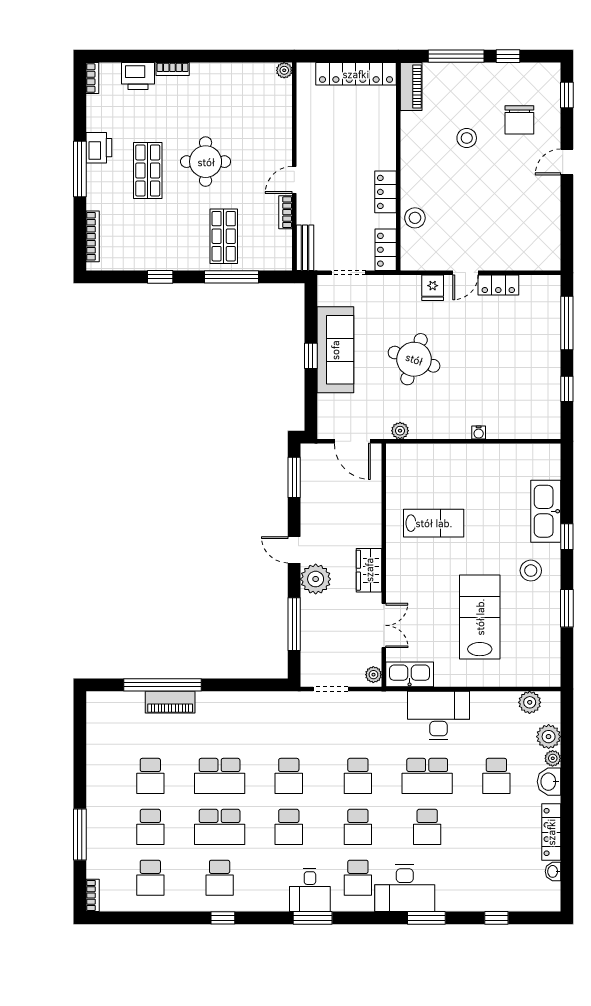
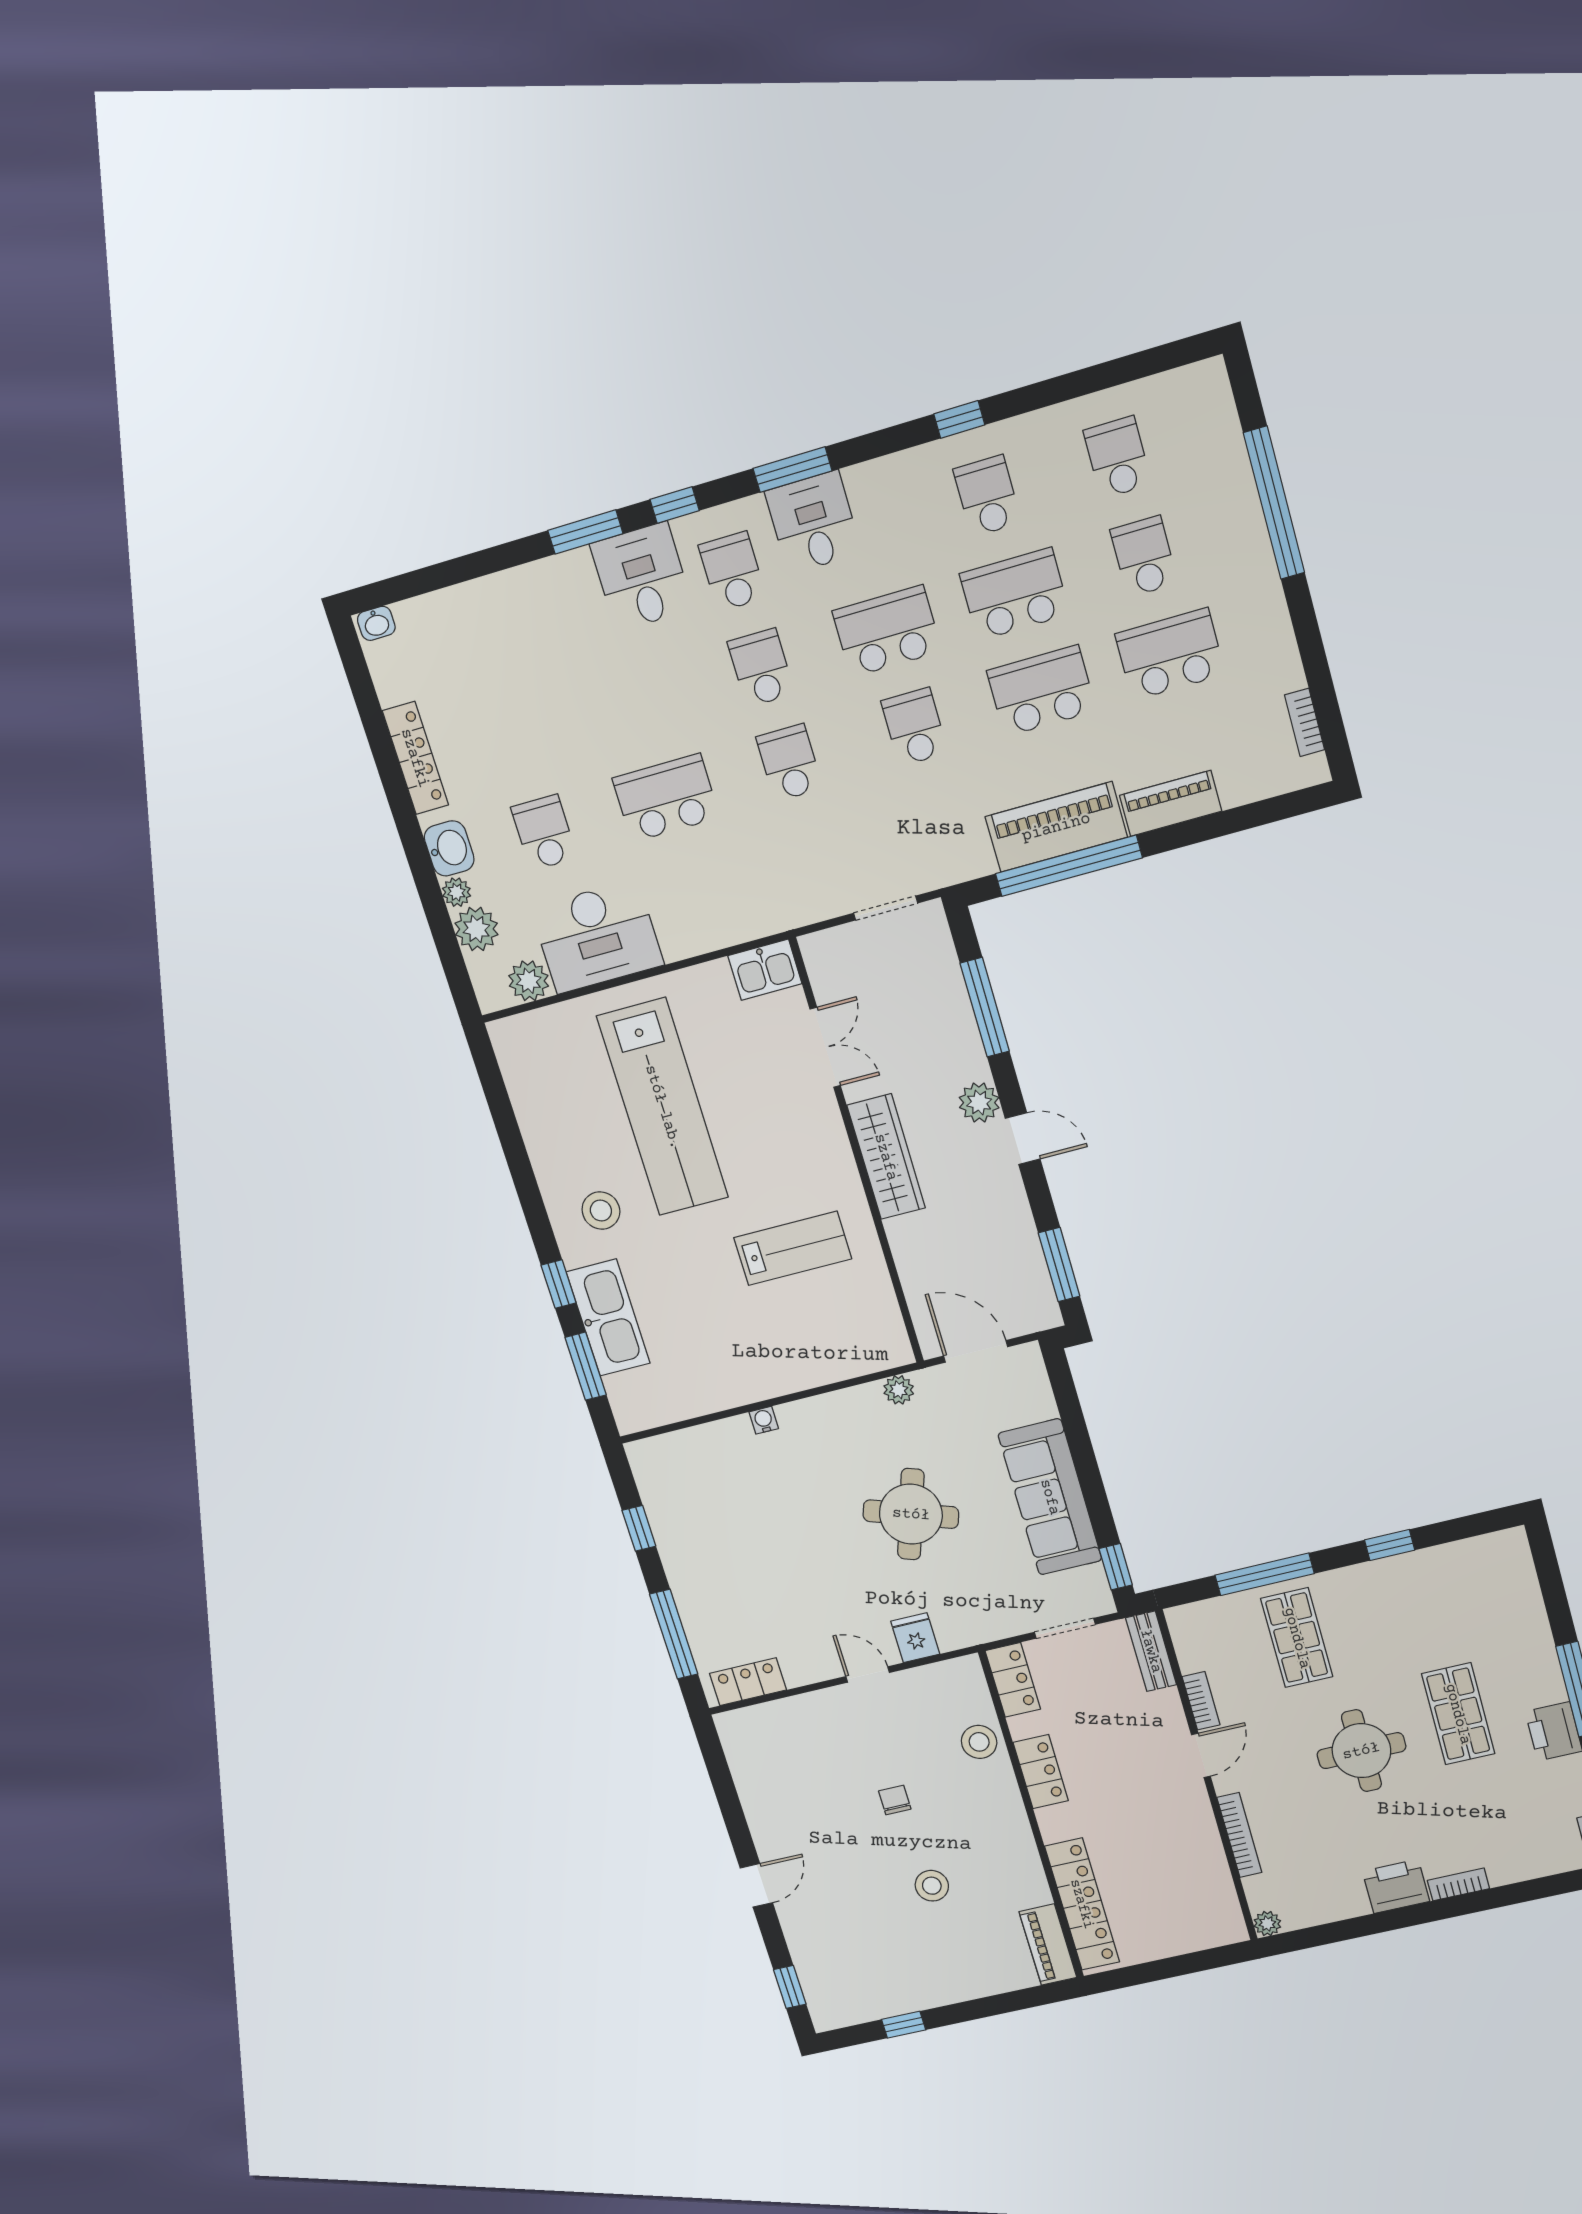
window: (456, 56) -> (988, 2007), removed
locker: (356, 74) -> (1082, 1904), moved, turned 90
printer: (138, 76) -> (1396, 1886), moved
chair: (519, 120) -> (895, 1800), moved, width x0.54, depth x0.54
bookcase: (93, 236) -> (1239, 1835), moved, turned 180
door: (465, 273) -> (868, 1675), hinge flipped
locker: (498, 285) -> (748, 1682), moved
window: (311, 356) -> (1116, 1567), moved
lab bench: (434, 523) -> (793, 1248), turned 180
wardrobe: (369, 570) -> (886, 1157), width x1.50
plant: (316, 579) -> (979, 1103), width x0.73, depth x0.73
window: (567, 608) -> (586, 1366), moved
lab bench: (480, 617) -> (663, 1107), width x1.36
double door: (384, 625) -> (825, 1047), swing flipped
kitchen sink: (410, 674) -> (765, 970), width x0.73
plant: (373, 675) -> (817, 955), removed
window: (163, 685) -> (1069, 866), moved
piano: (231, 706) -> (1056, 827), added
desk: (438, 715) -> (597, 936), moved
school desk: (150, 776) -> (1170, 654), width x1.85
school desk: (289, 827) -> (887, 631), width x1.85
school desk: (427, 827) -> (637, 704), removed
window: (80, 834) -> (1274, 503), width x1.46
washbasin: (553, 871) -> (376, 623), moved, turned 90
desk: (405, 888) -> (642, 577), width x0.73
bookcase: (93, 895) -> (1305, 722), moved
window: (496, 918) -> (675, 505), moved

